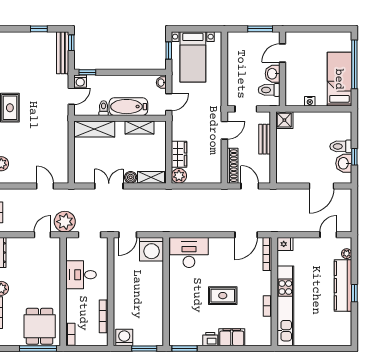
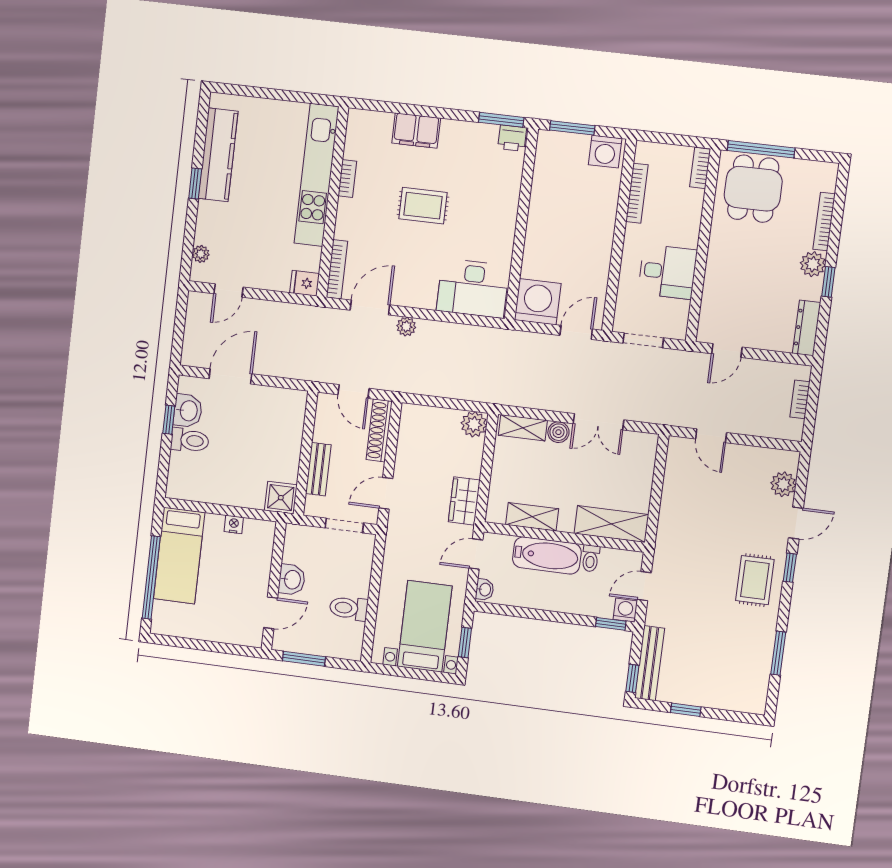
toilet: (269, 90) -> (349, 608), moved, turned 180
wardrobe: (179, 154) -> (464, 501), moved
plant: (65, 222) -> (406, 327), moved, width x0.53, depth x0.53
kitchen counter: (343, 286) -> (218, 155), moved
printer: (210, 339) -> (512, 138), moved

